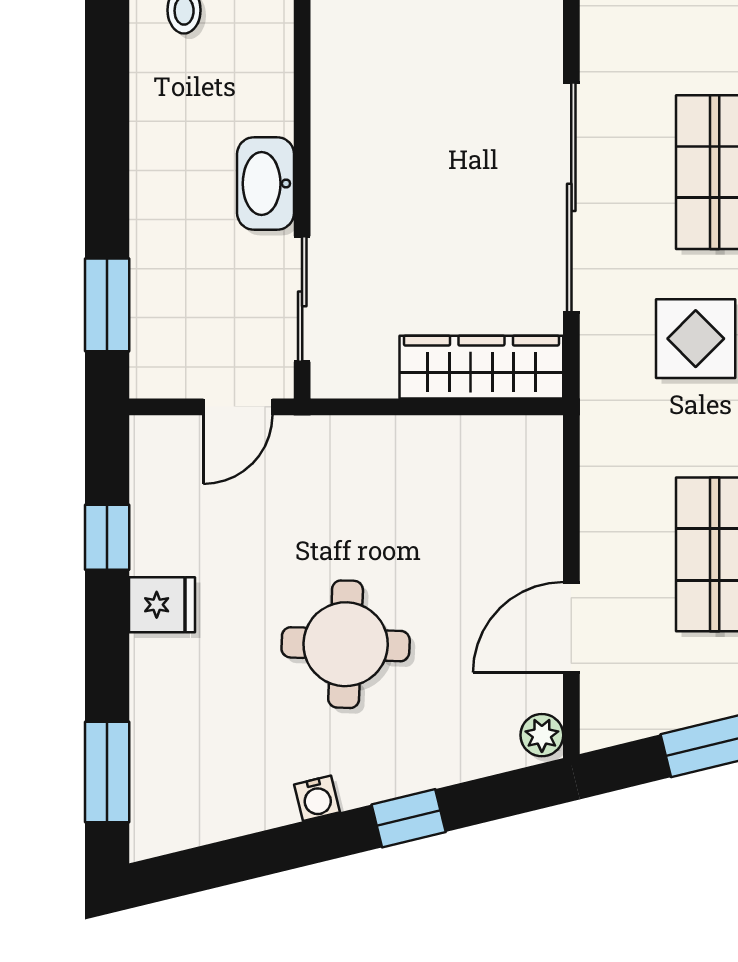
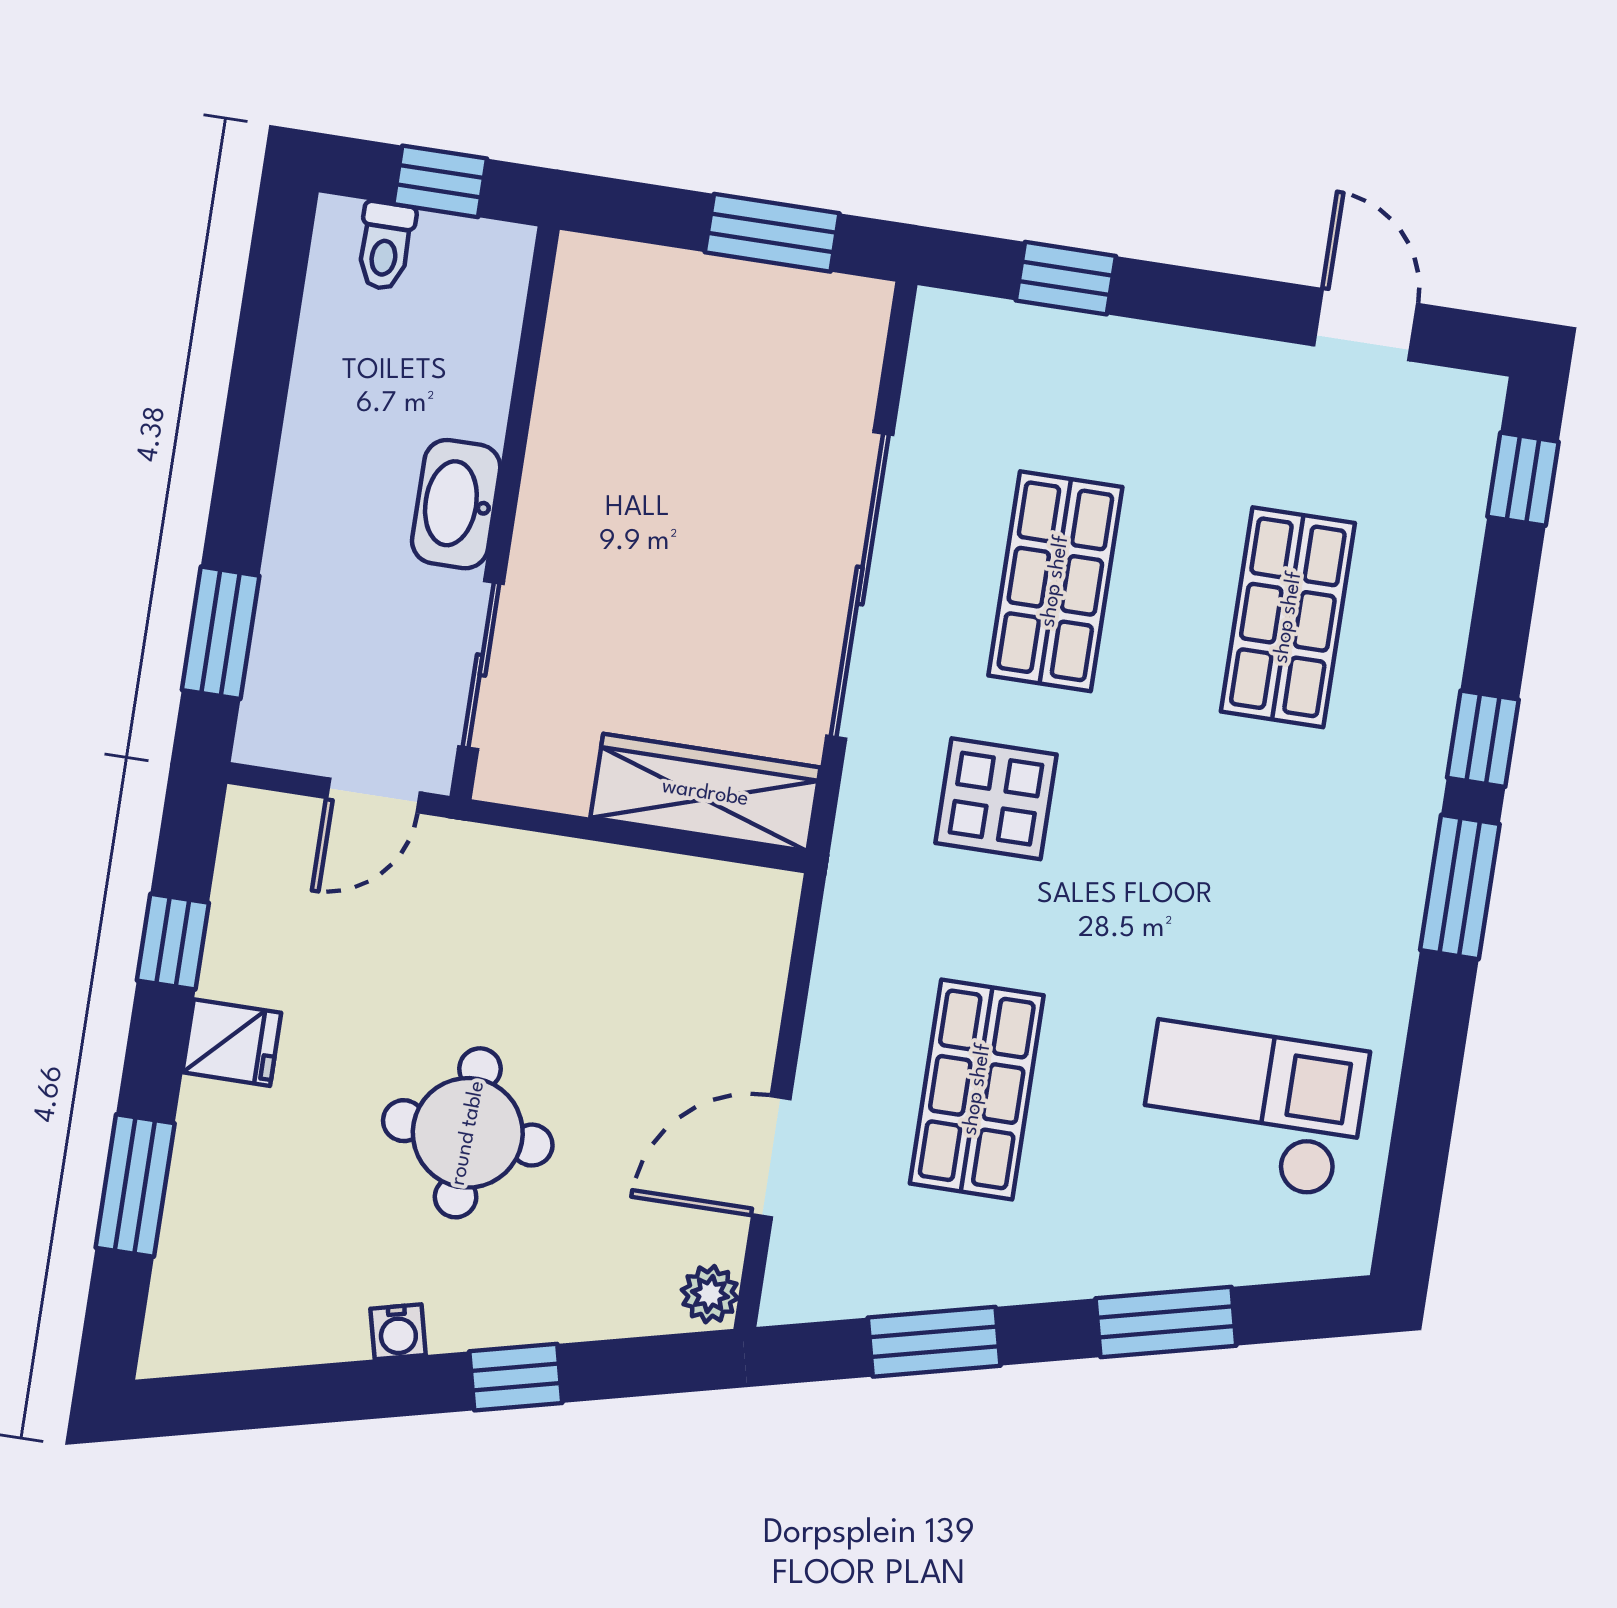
window: (107, 772) -> (135, 1185), moved

